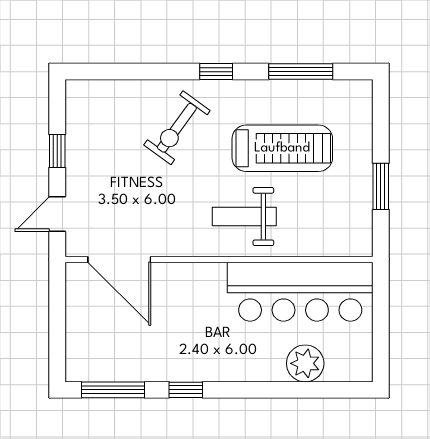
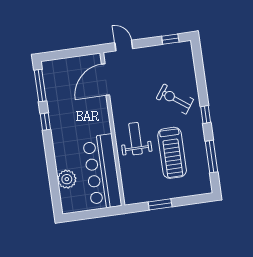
window: (57, 151) -> (170, 39), moved

